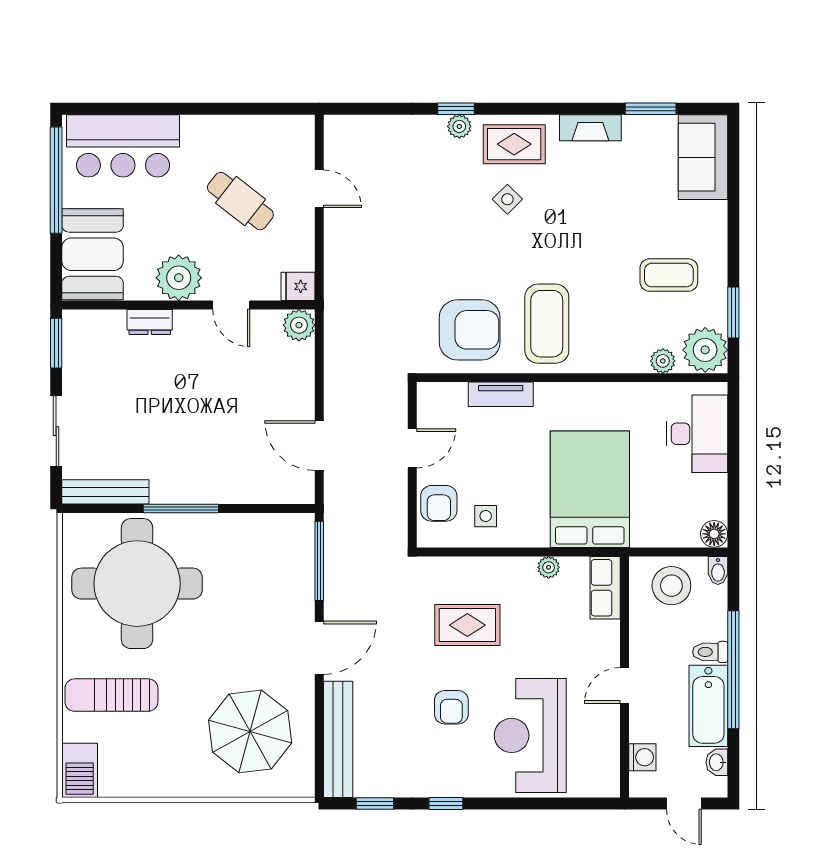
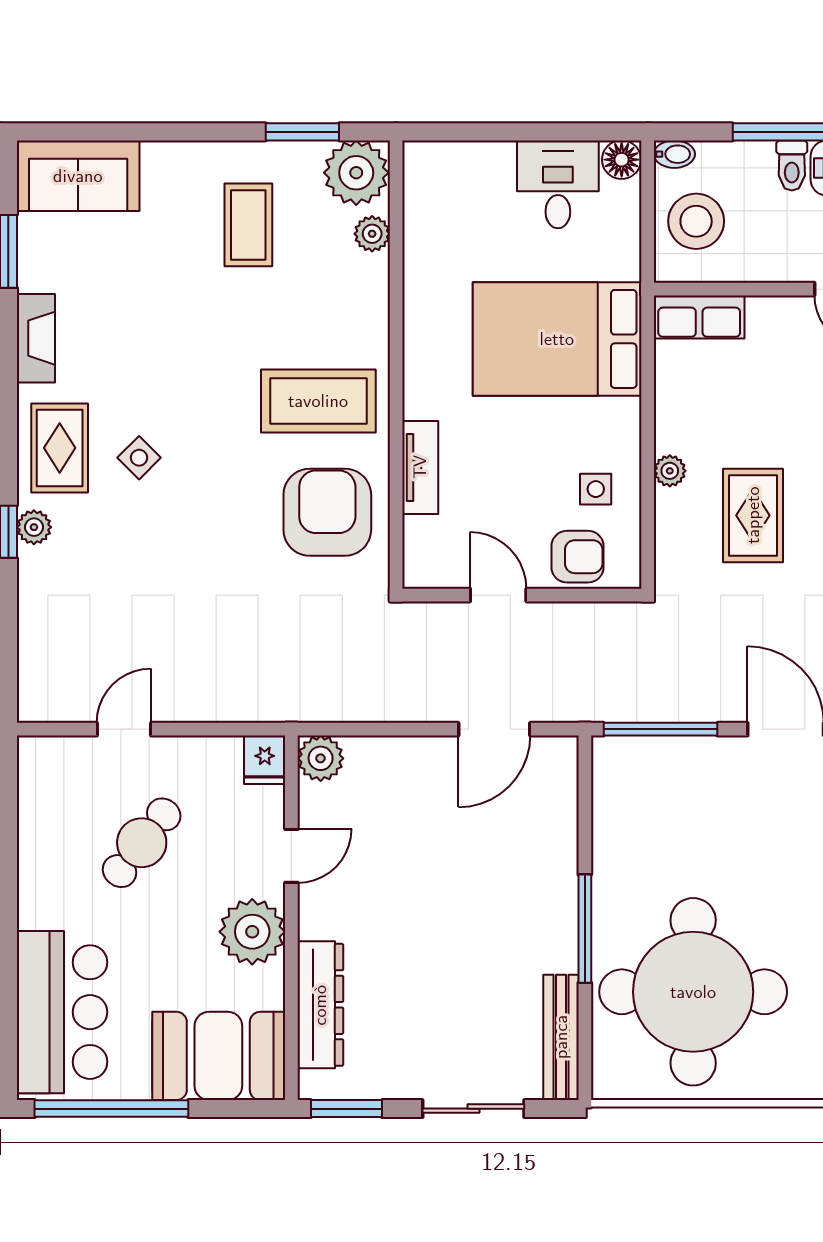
dresser: (150, 322) -> (320, 1005), width x1.96, depth x1.24
desk: (697, 434) -> (558, 184), moved, width x0.73
plant: (549, 567) -> (670, 471), moved

